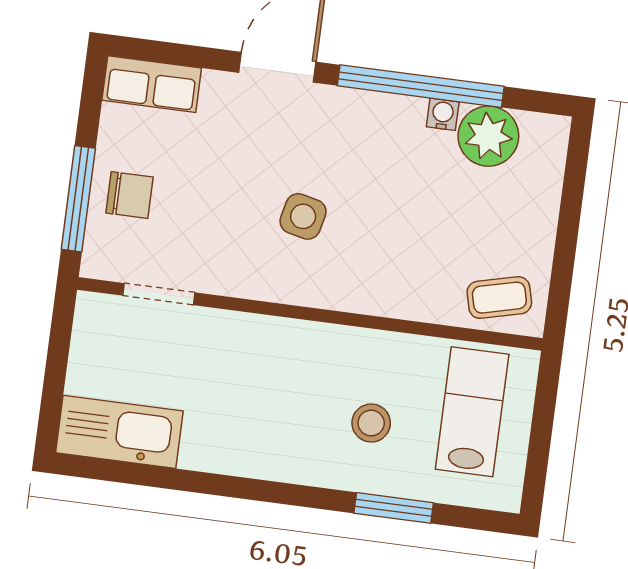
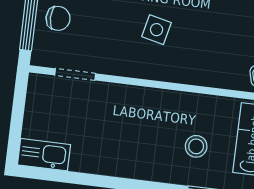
kitchen sink: (119, 432) -> (44, 155), width x0.73, depth x0.81

